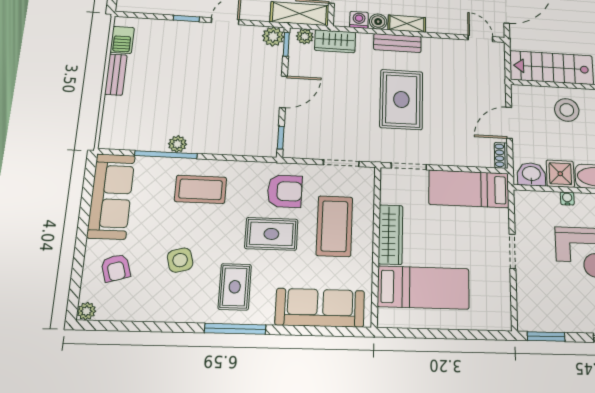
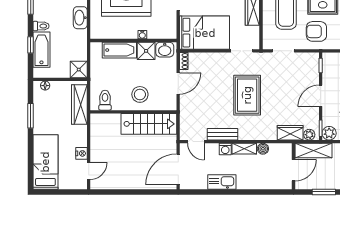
washing machine: (359, 20) -> (225, 149), moved
bench: (397, 43) -> (222, 134), moved
bed: (469, 189) -> (205, 33), width x1.50

